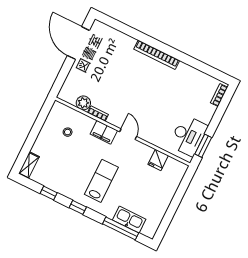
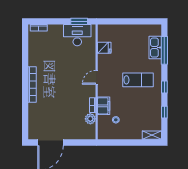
filing cabinet: (104, 132) -> (104, 106), moved
lab bench: (101, 181) -> (138, 80), turned 180

